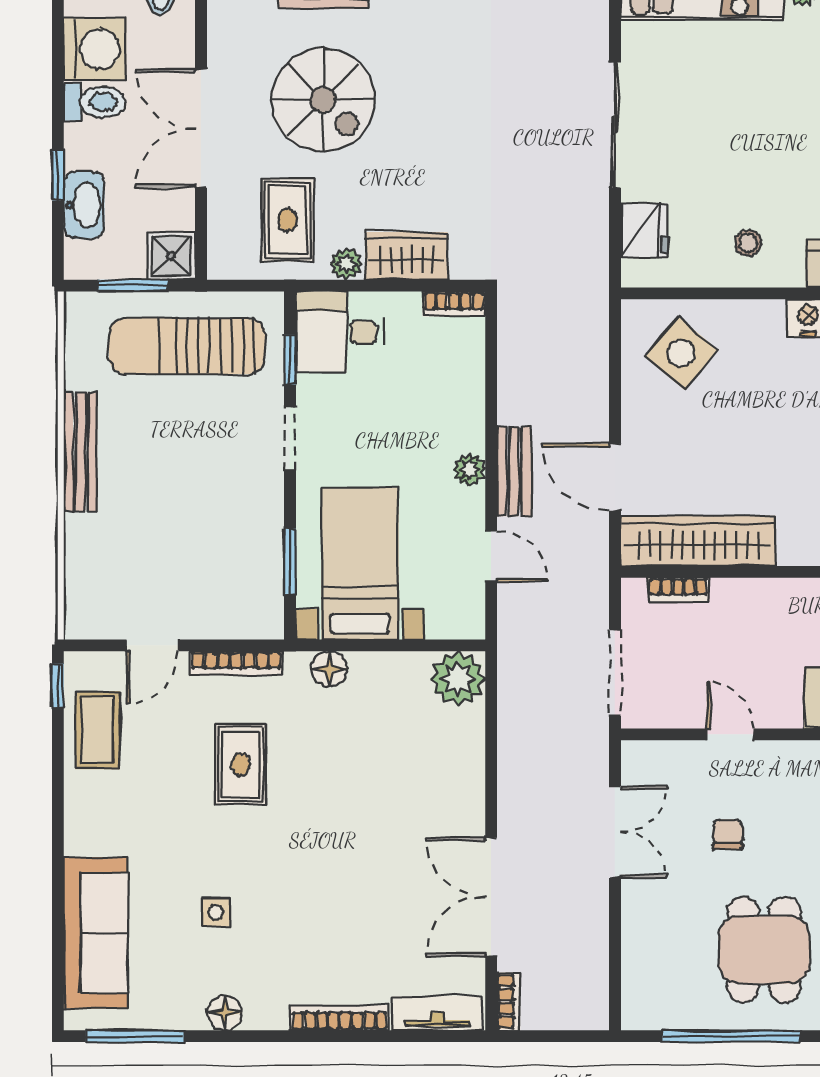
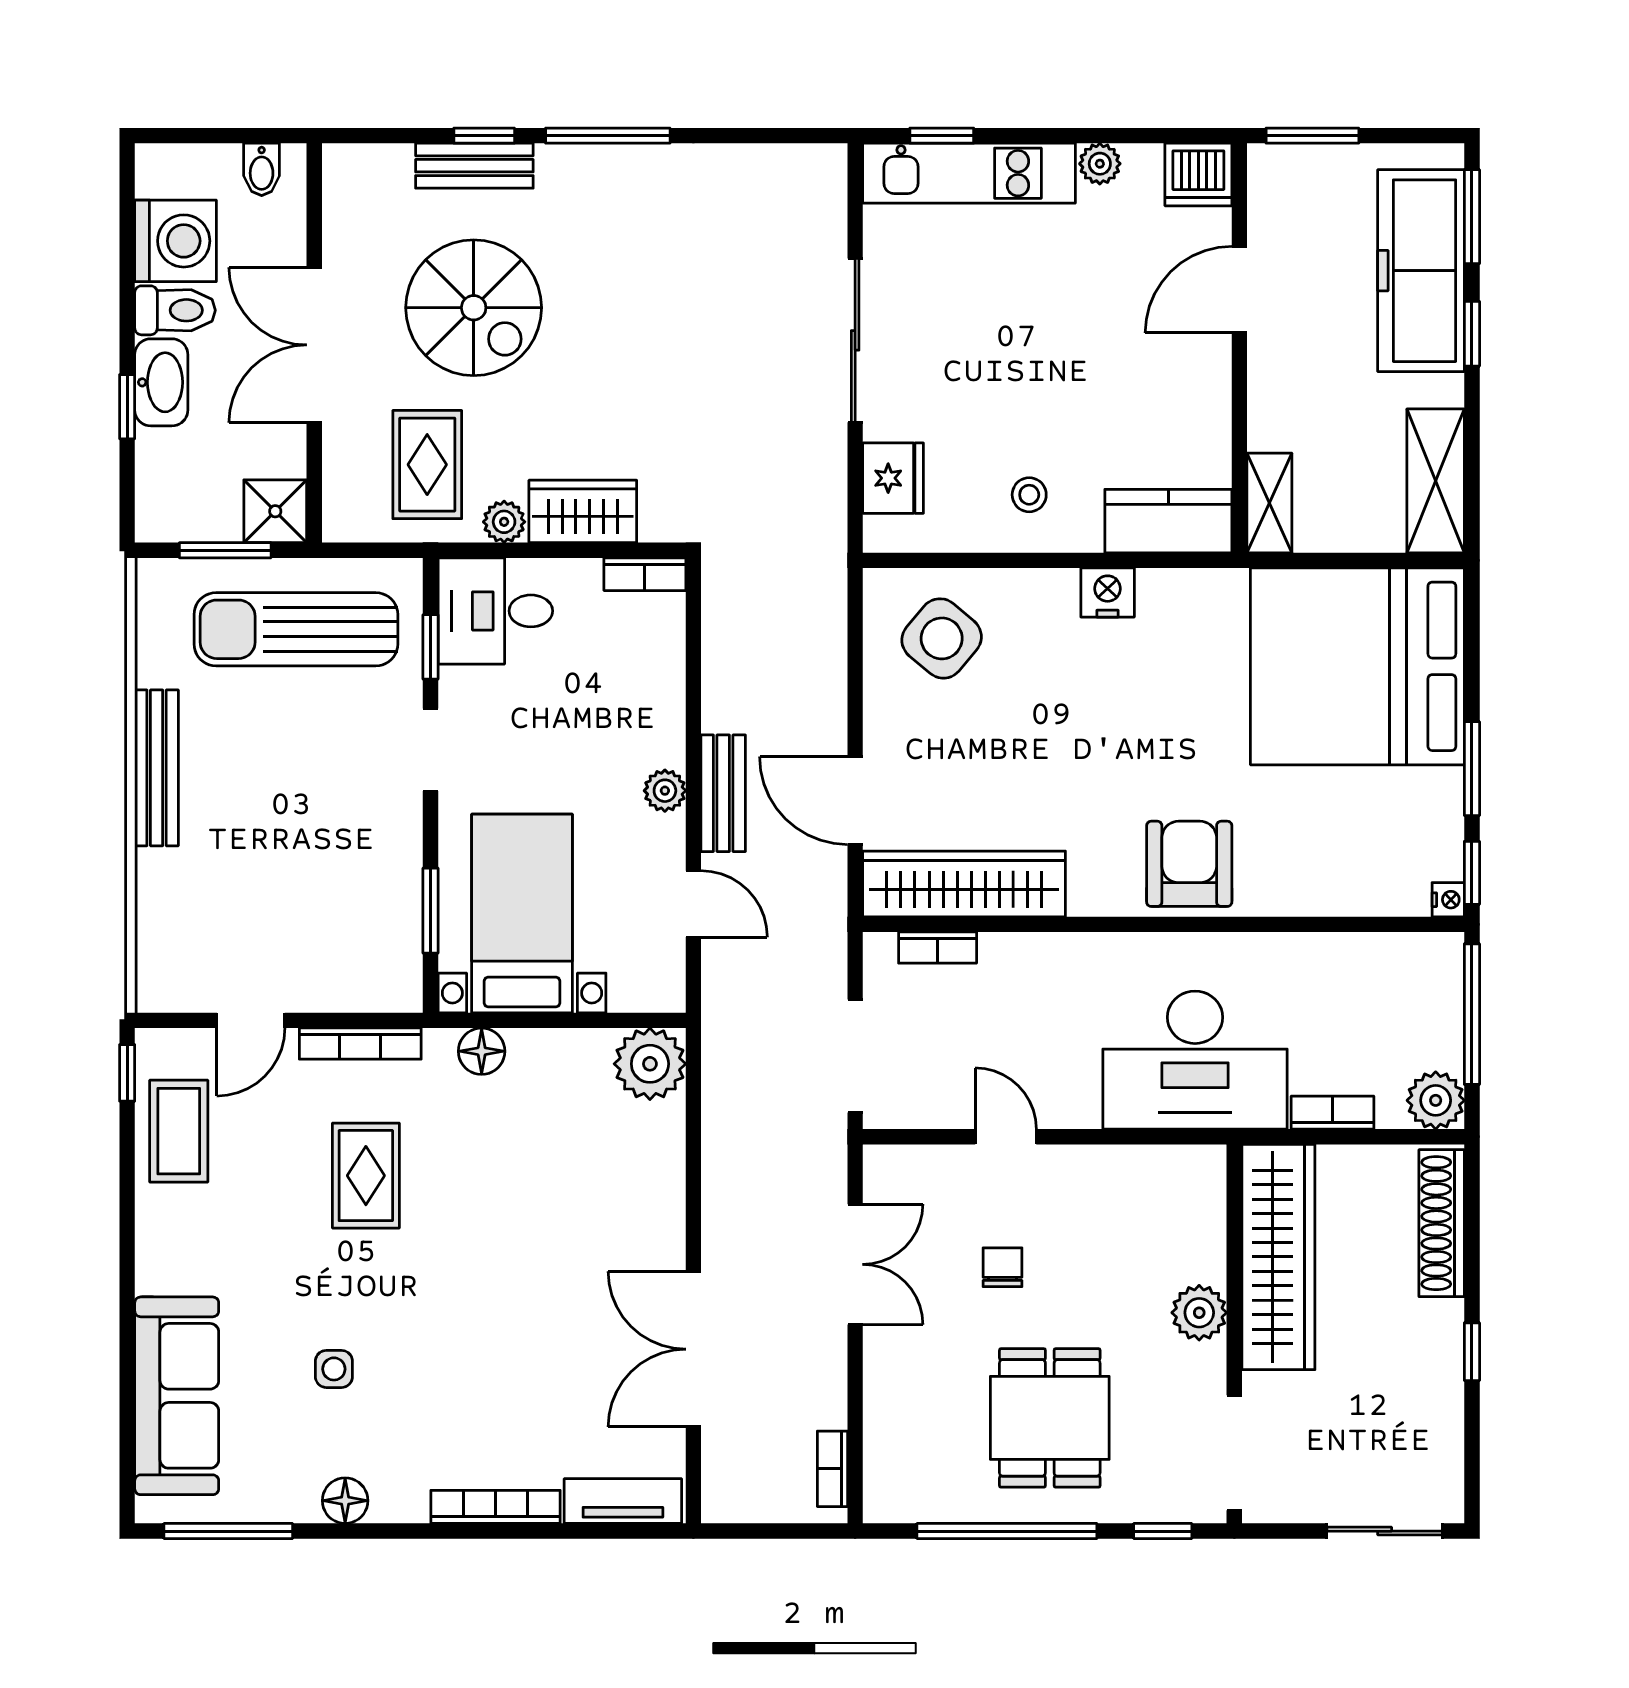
washbasin: (84, 205) -> (161, 382), moved
bookcase: (509, 1001) -> (832, 1469), moved, turned 180

